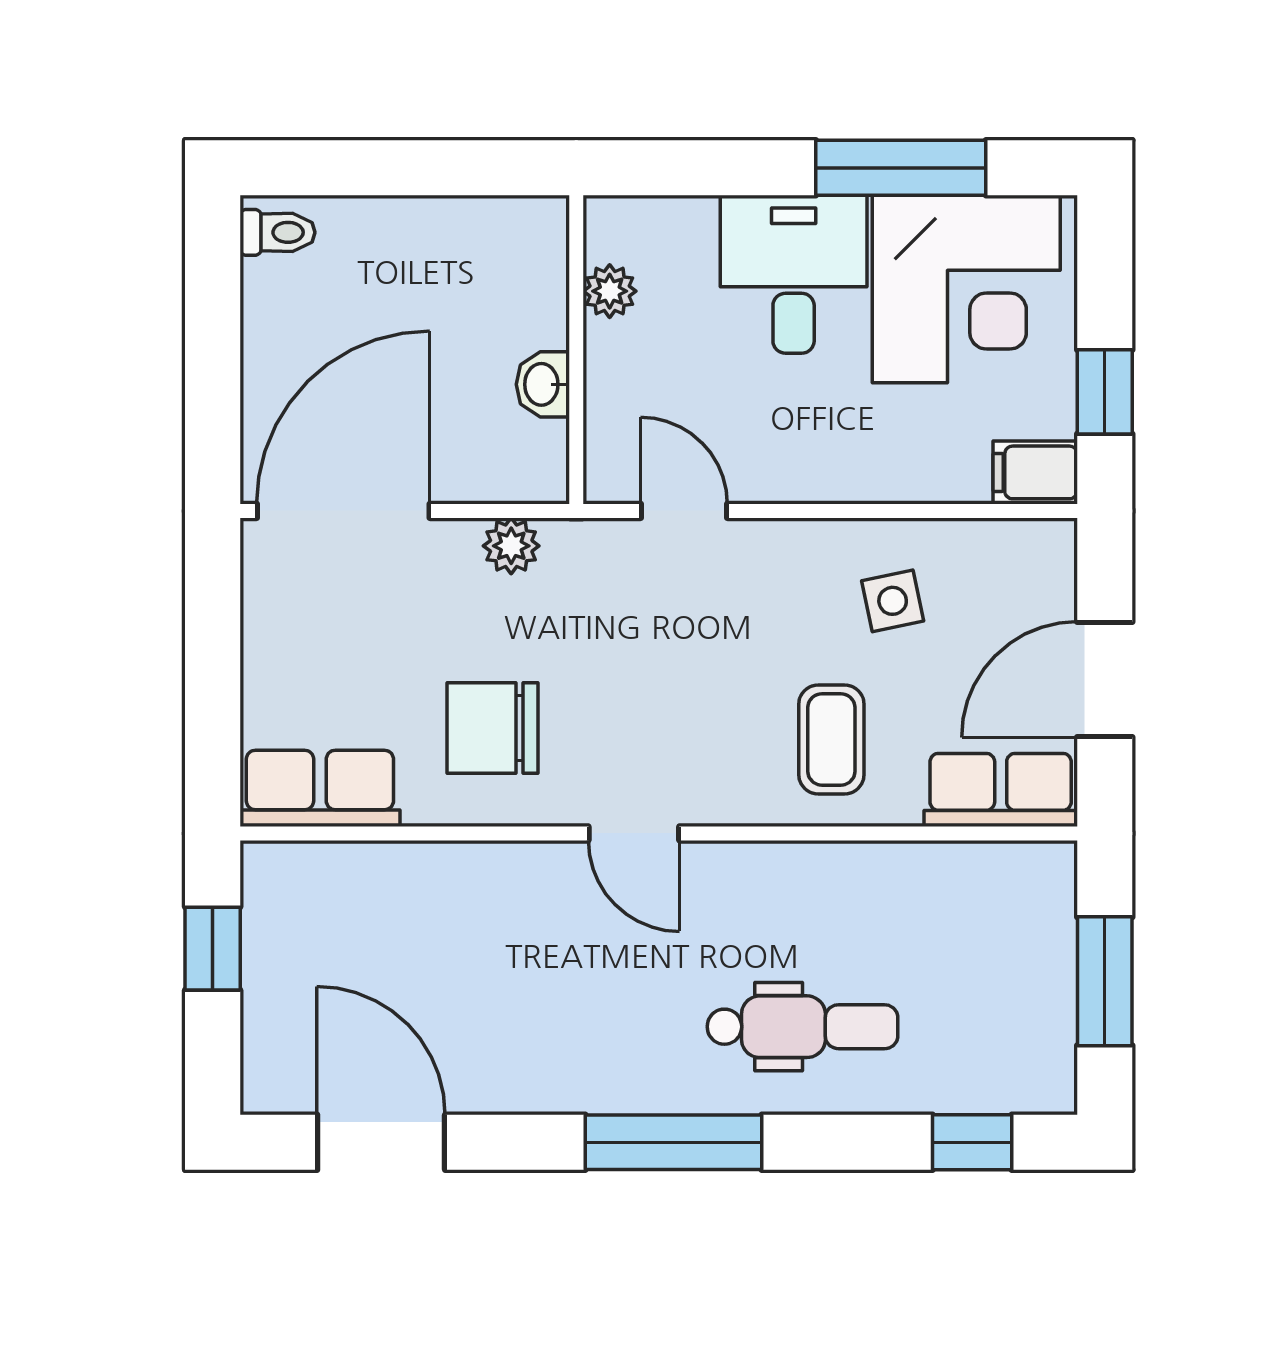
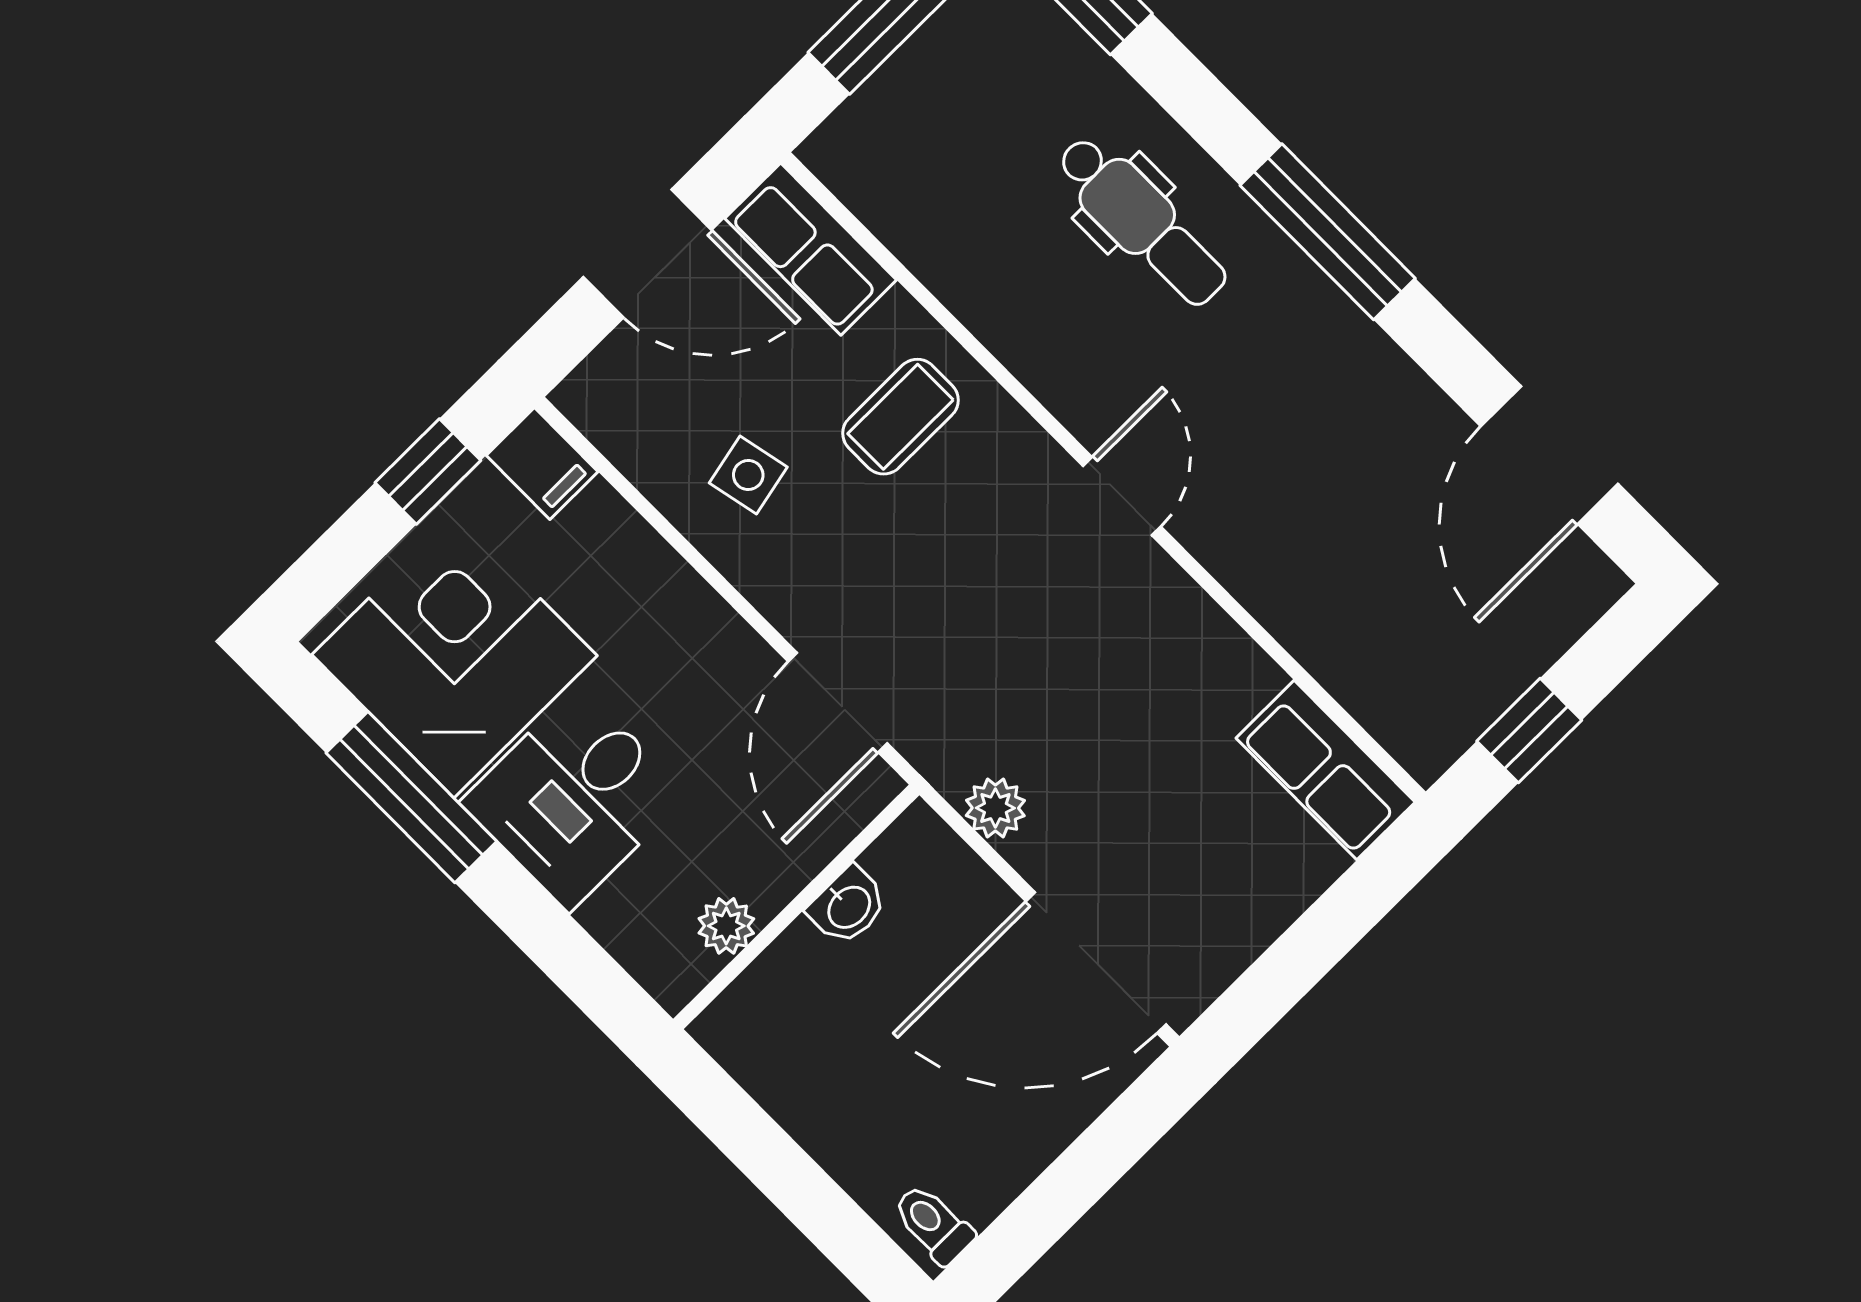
door: (684, 511) -> (838, 702), width x1.38
chair: (492, 728) -> (1149, 684), removed
dental chair: (802, 1027) -> (1142, 221), turned 180

